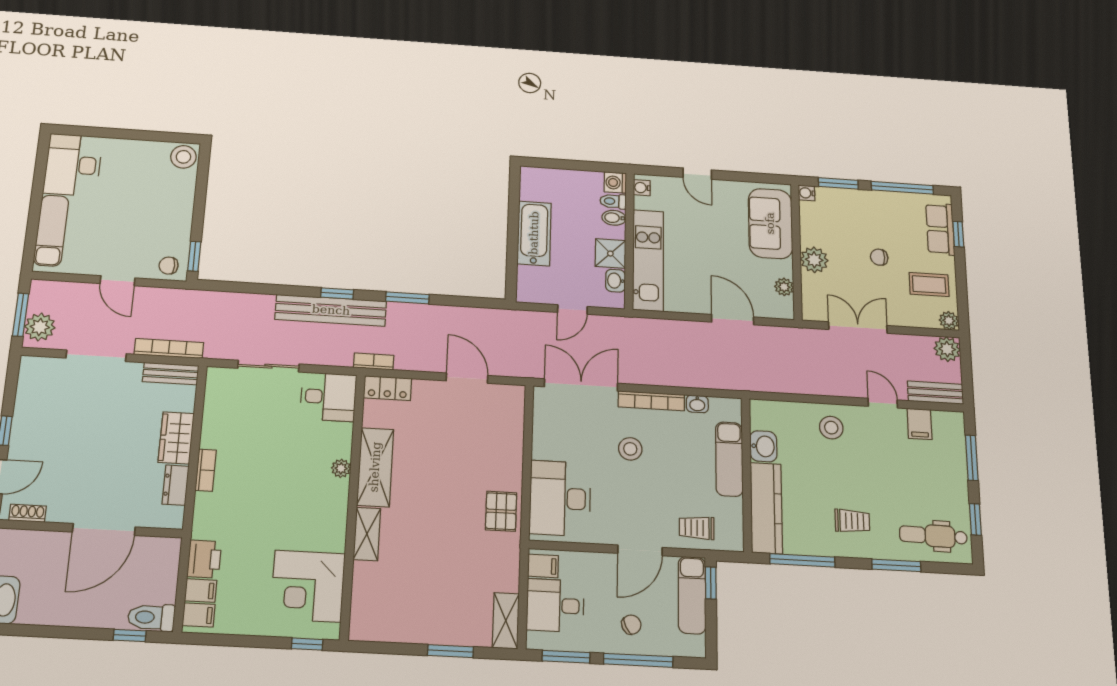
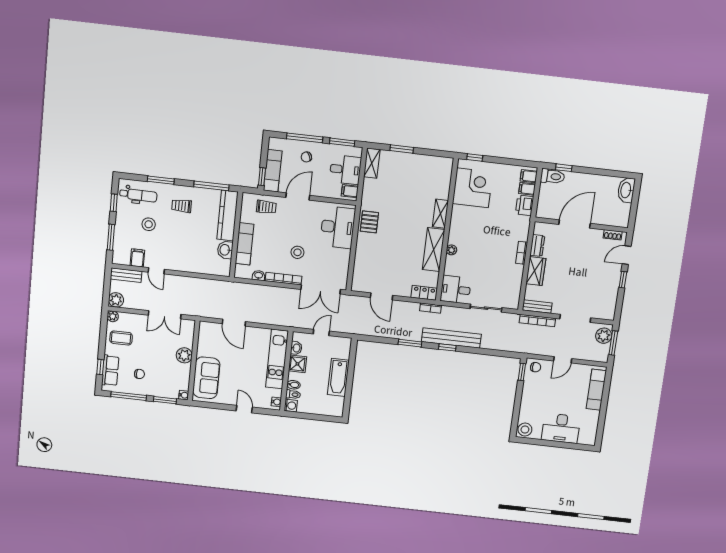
desk: (73, 165) -> (561, 428), moved, turned 90
chair: (879, 257) -> (139, 374), moved
door: (118, 281) -> (563, 360), swing flipped
plant: (784, 287) -> (203, 340), removed
stool: (831, 428) -> (149, 224), moved

